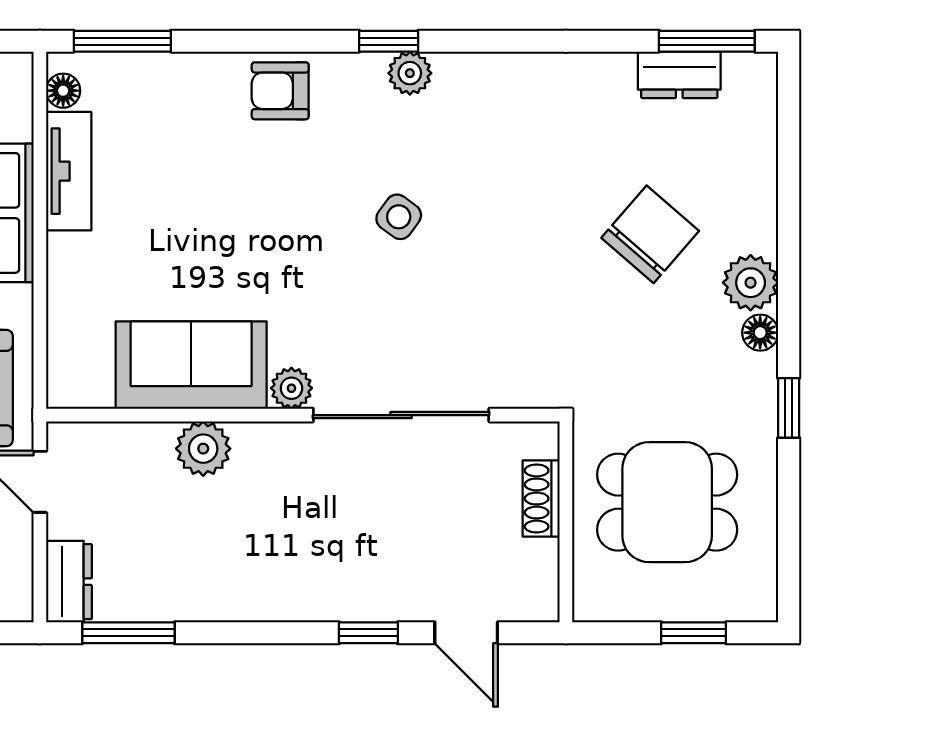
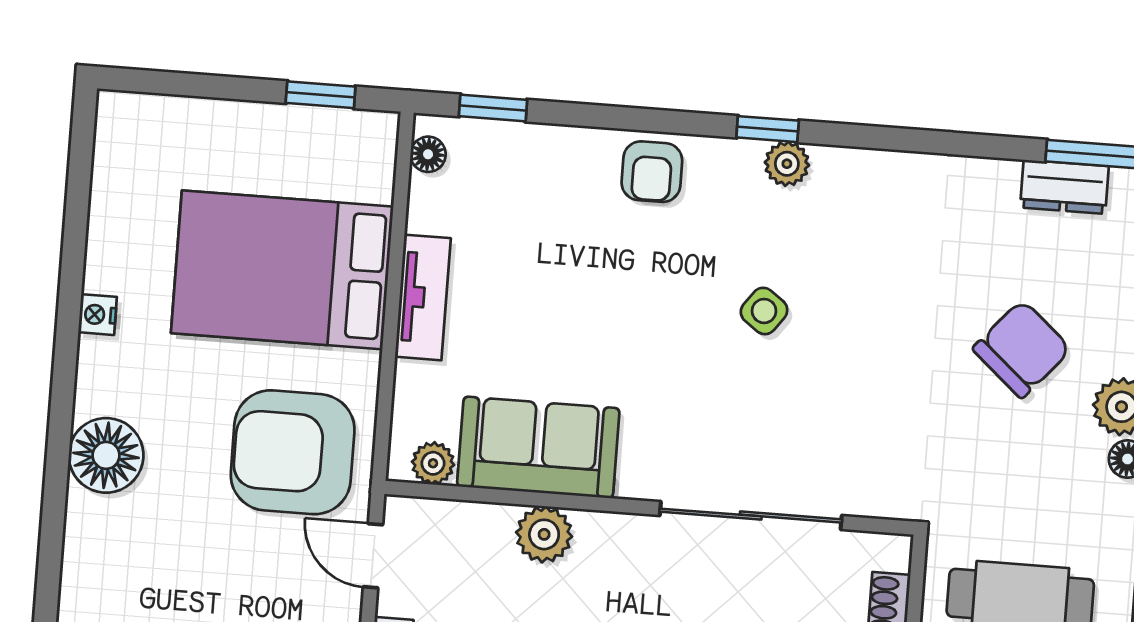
window: (122, 41) -> (493, 108), width x0.67
armchair: (280, 91) -> (652, 172), turned -90
tv unit: (69, 171) -> (423, 297), moved
plant: (291, 388) -> (433, 463), moved

